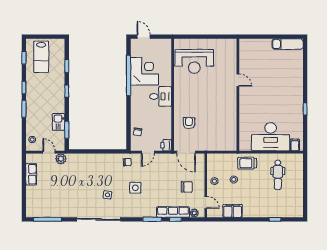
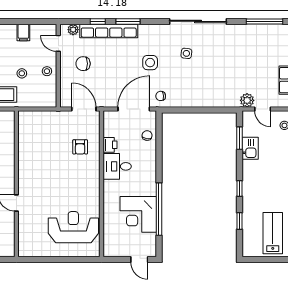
desk: (161, 96) -> (117, 166), moved
printer: (166, 145) -> (110, 145), moved
door: (148, 152) -> (134, 109), width x1.88
filing cabinet: (233, 211) -> (23, 32), width x0.50
row of seats: (173, 212) -> (109, 31), width x1.36

